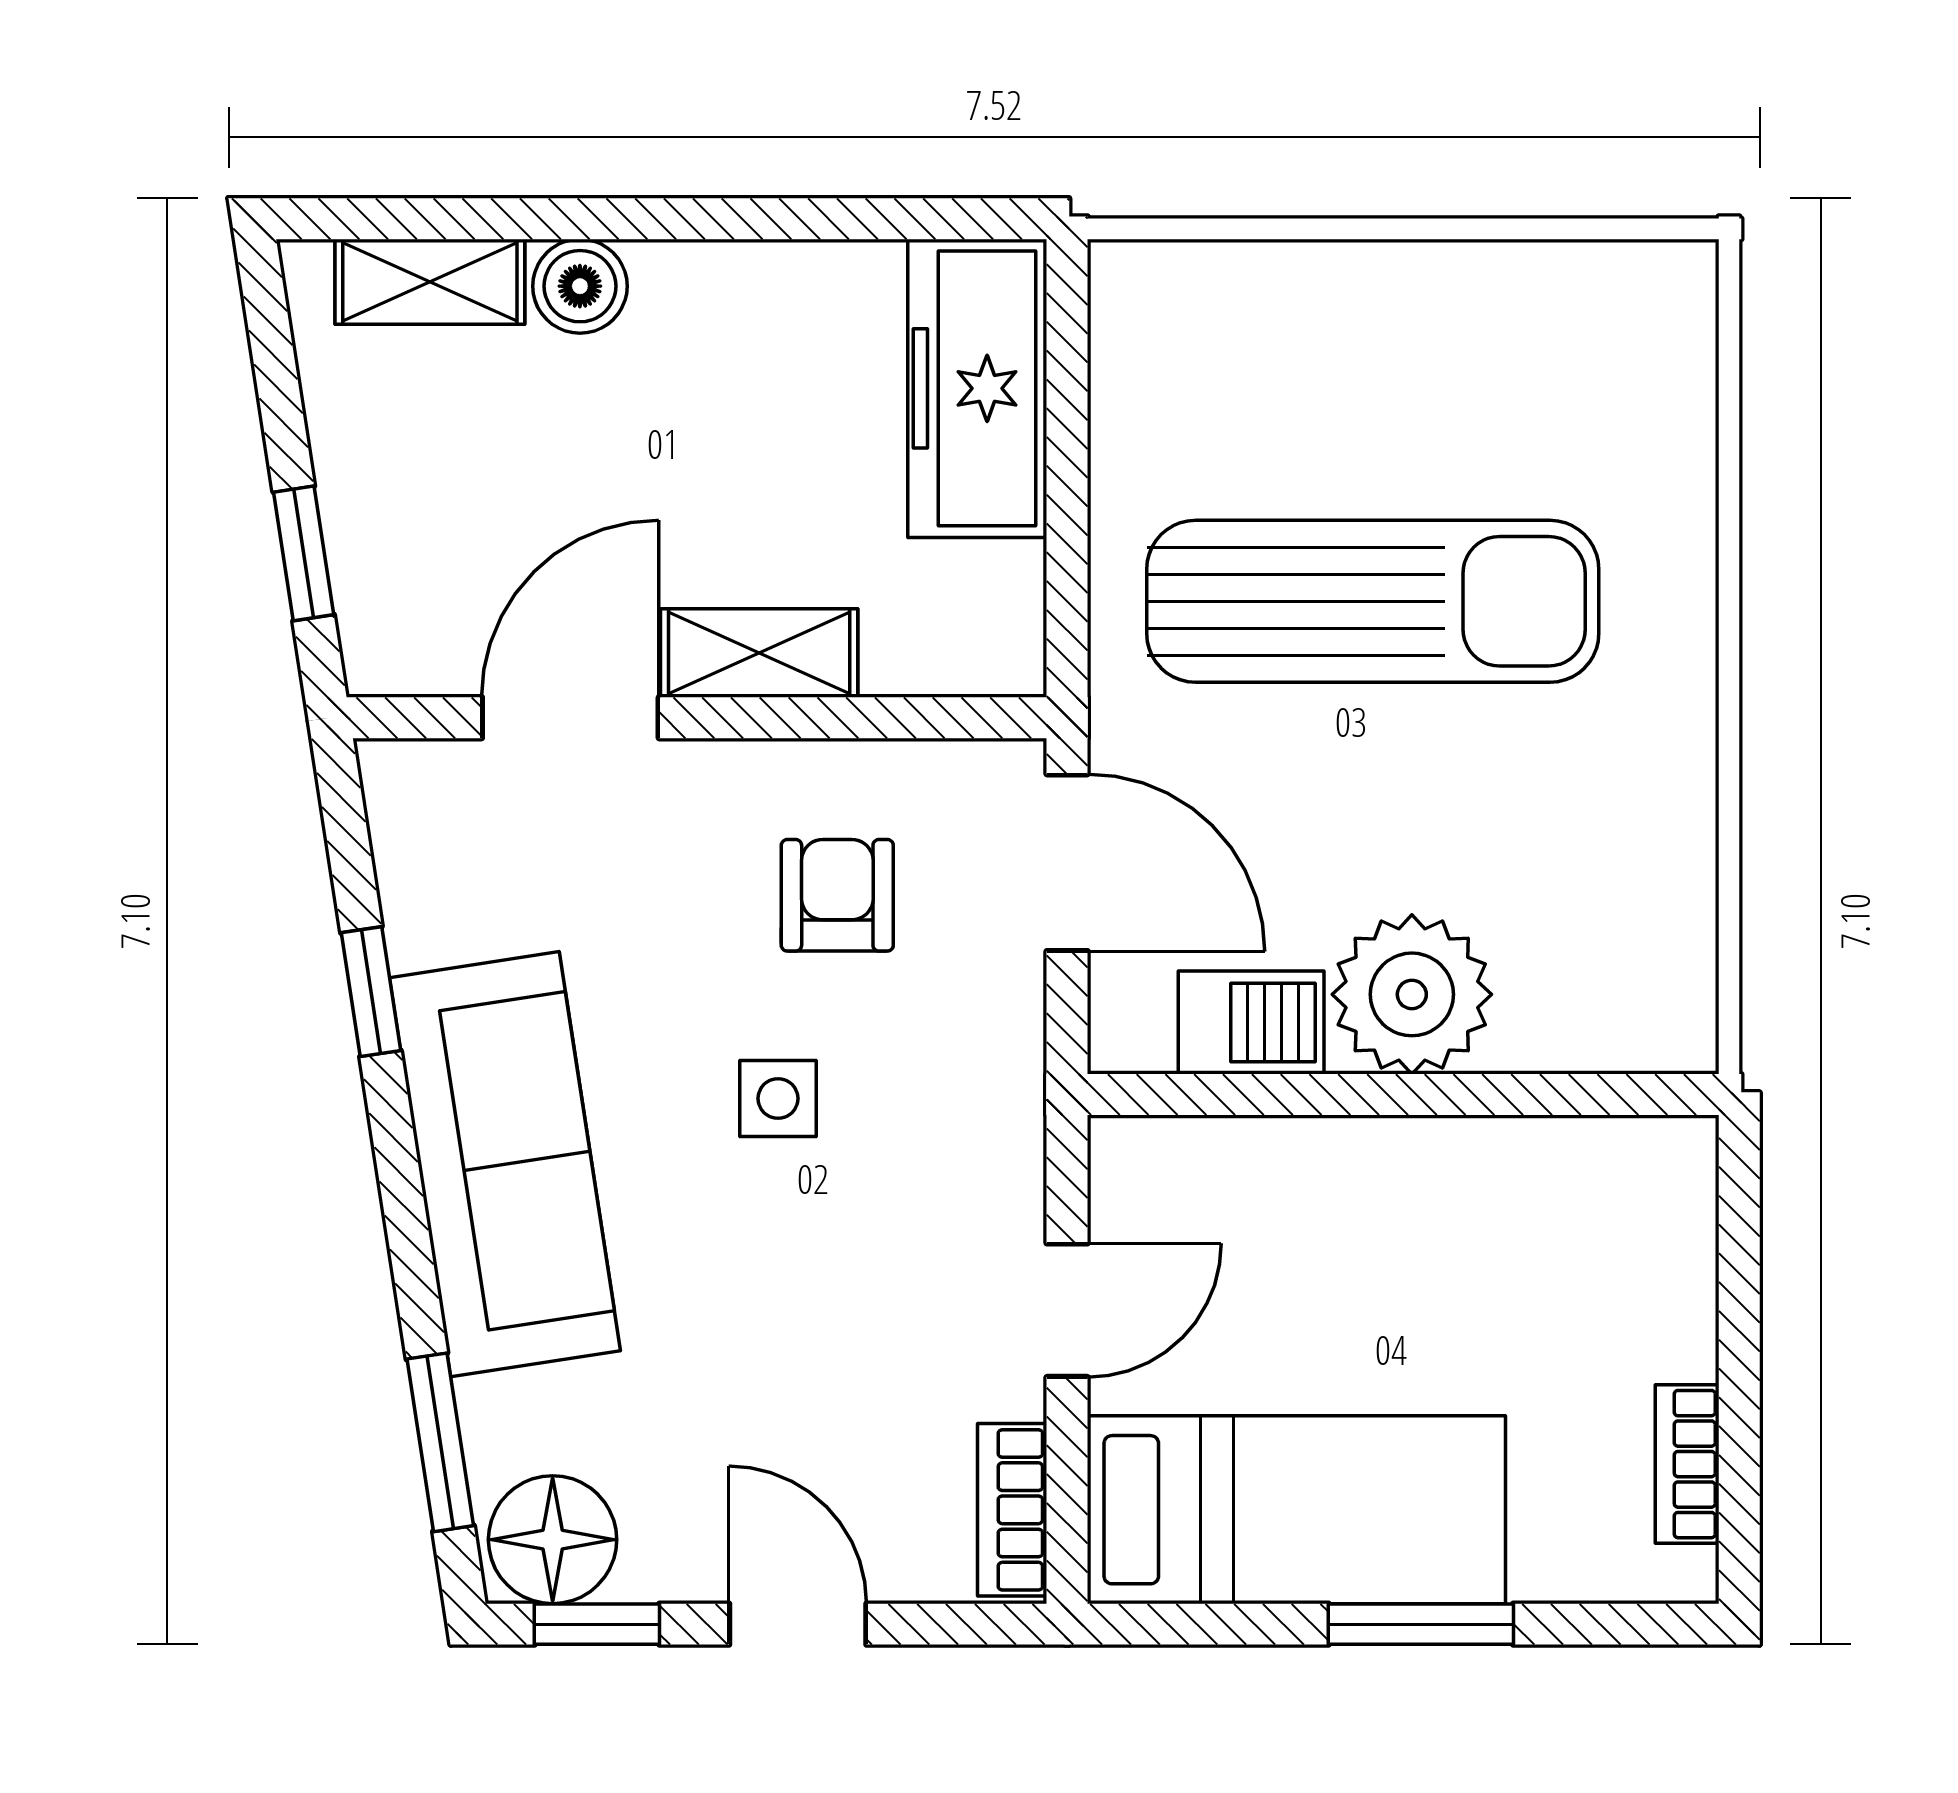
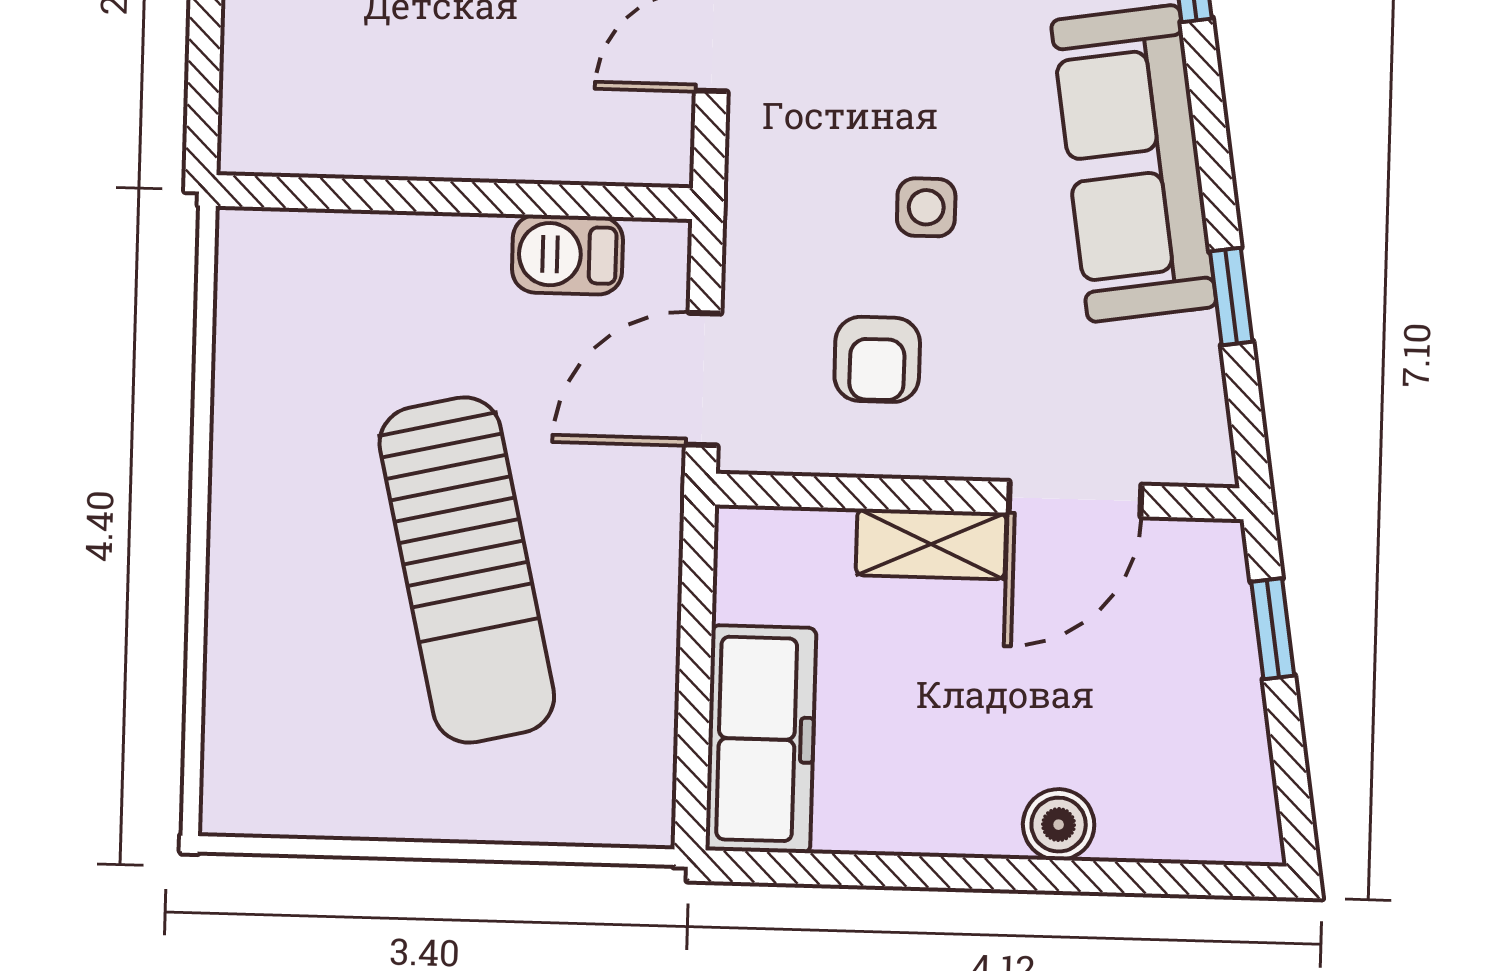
shelving: (430, 282) -> (1172, 831), removed
sun lounger: (1373, 601) -> (467, 570), turned -103
door: (1067, 863) -> (703, 379), hinge flipped
plant: (1412, 994) -> (446, 272), removed

